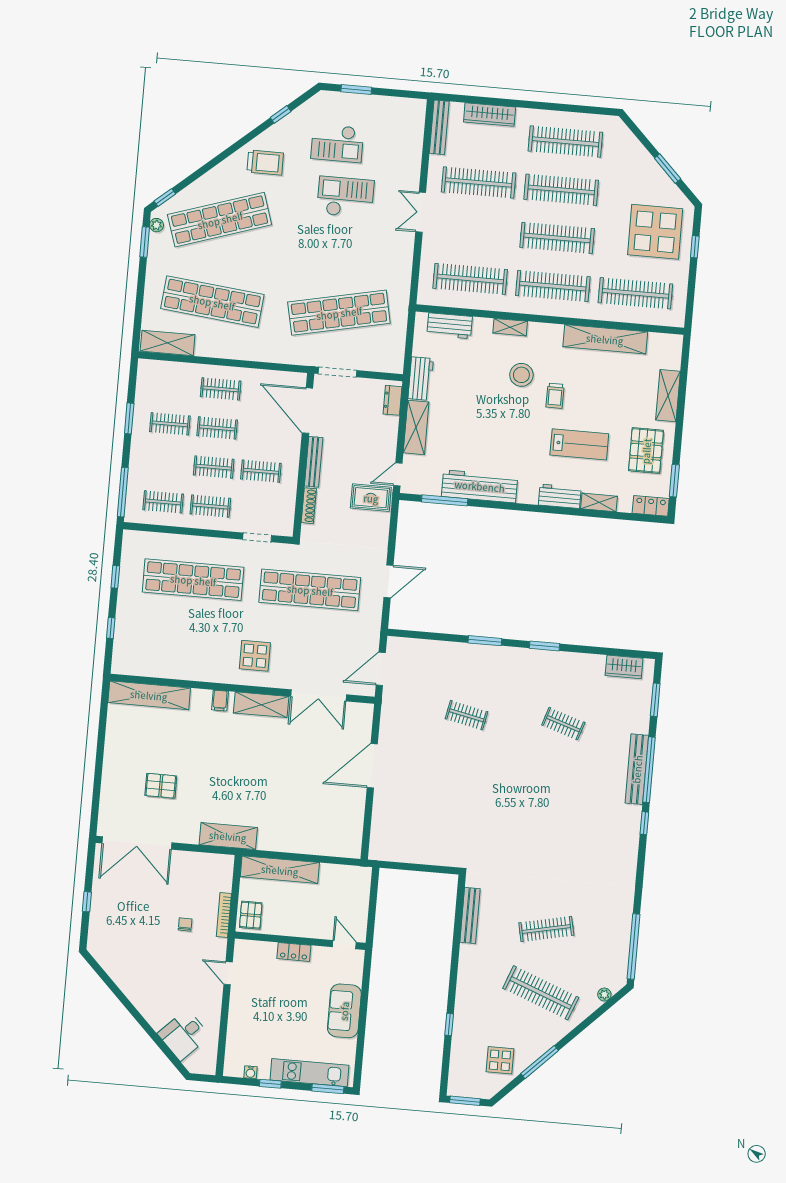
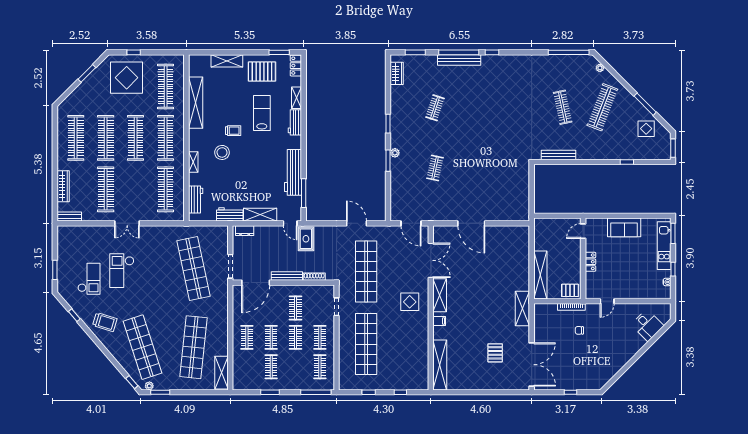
bench: (439, 127) -> (69, 217), width x0.73
trolley: (265, 163) -> (105, 322), turned 107
plant: (497, 653) -> (395, 153), added

